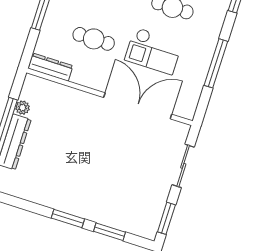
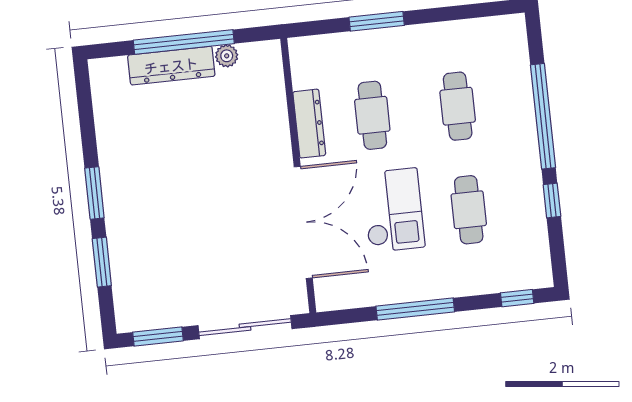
checkout: (153, 51) -> (393, 210), turned 180
dresser: (51, 67) -> (309, 124), moved
sliding door: (183, 166) -> (245, 327), width x1.37

